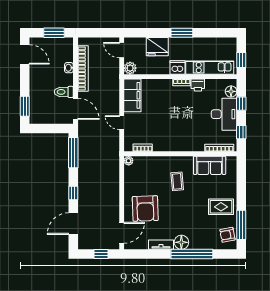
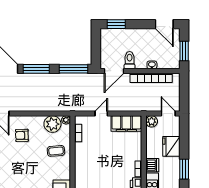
door: (122, 50) -> (168, 113), hinge flipped
door: (25, 54) -> (164, 24), hinge flipped
plant: (133, 175) -> (52, 124), added
coffee table: (177, 181) -> (56, 151), moved
window: (73, 193) -> (36, 69), width x2.17
armchair: (145, 208) -> (22, 135), width x0.53, depth x0.53

